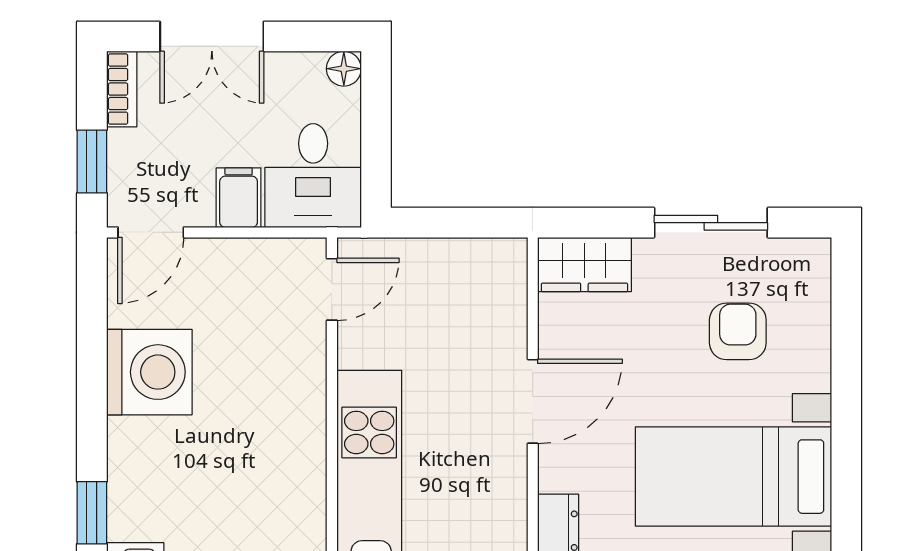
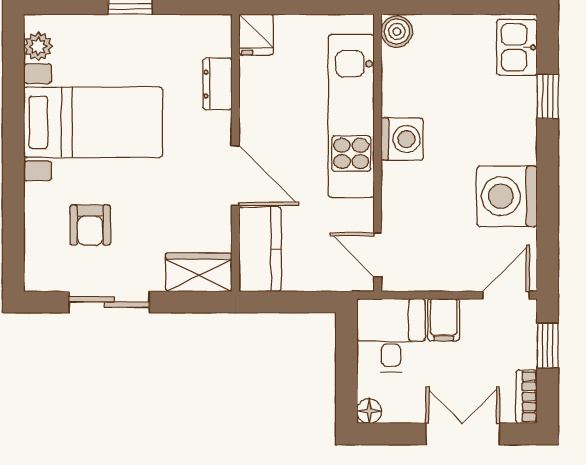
door: (332, 289) -> (378, 255), hinge flipped
kitchen counter: (498, 297) -> (260, 249), added
door: (533, 401) -> (235, 176), swing flipped
washing machine: (297, 453) -> (402, 139), added

